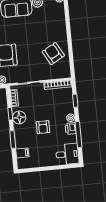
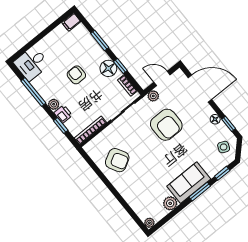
printer: (71, 128) -> (63, 114), moved
filing cabinet: (22, 153) -> (71, 22), moved

